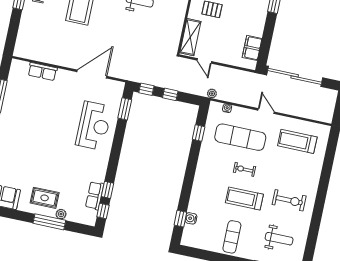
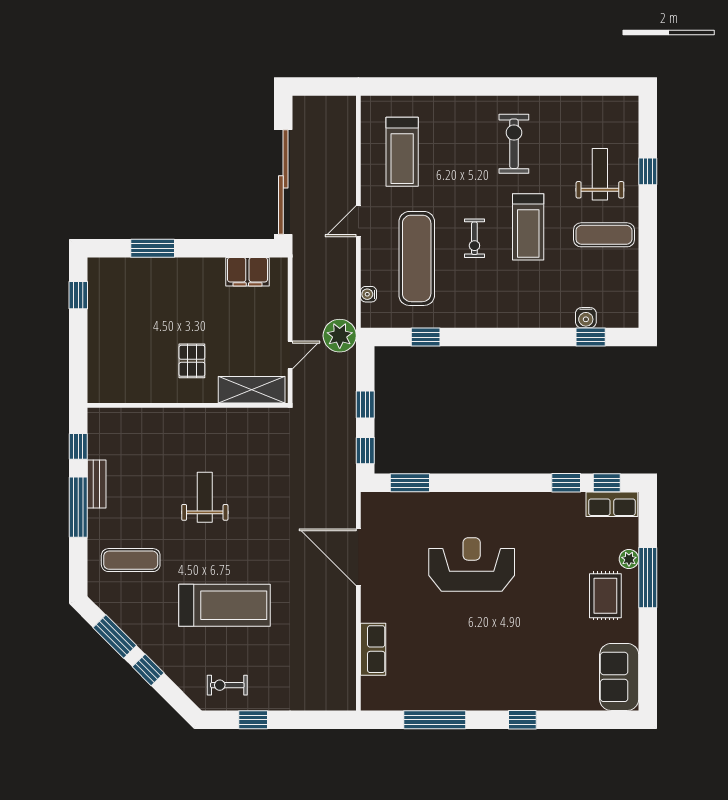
plant: (212, 94) -> (340, 336), width x1.88, depth x1.88
reception desk: (94, 126) -> (472, 565), moved
row of seats: (95, 196) -> (612, 504), moved
weight bench: (279, 239) -> (600, 174), moved

